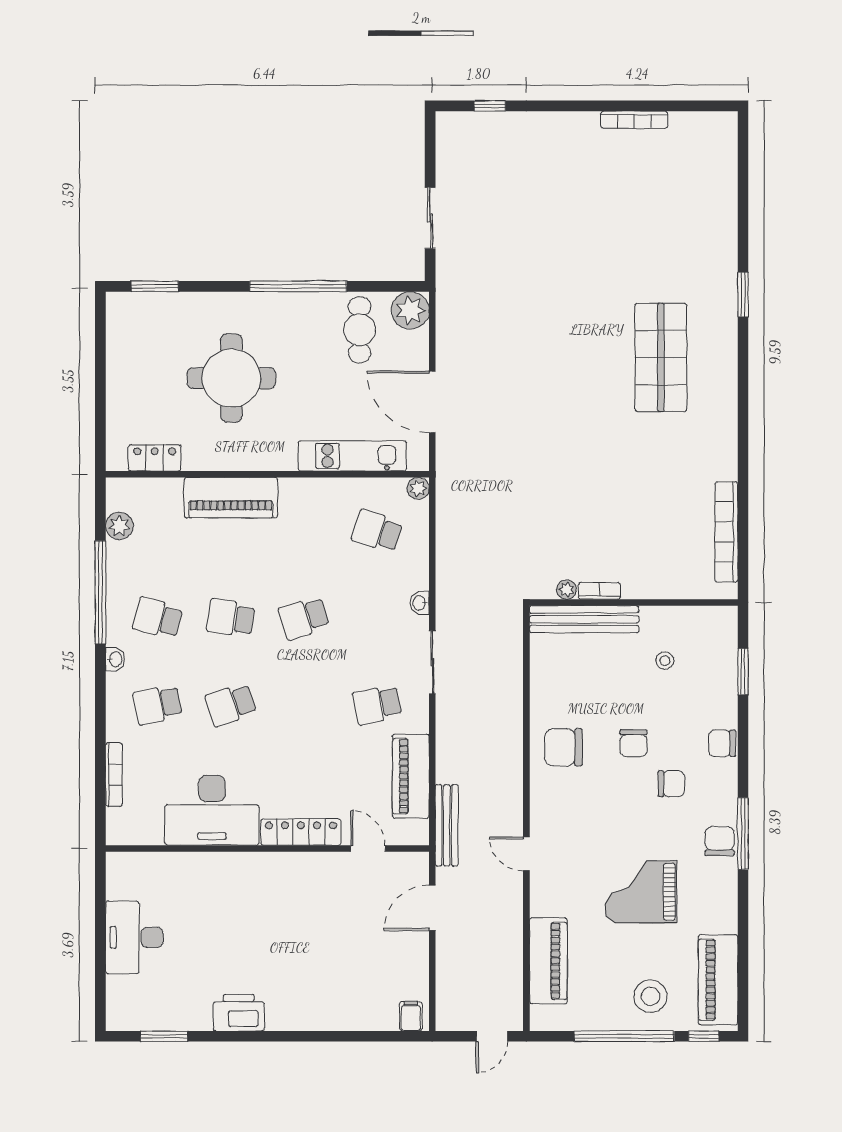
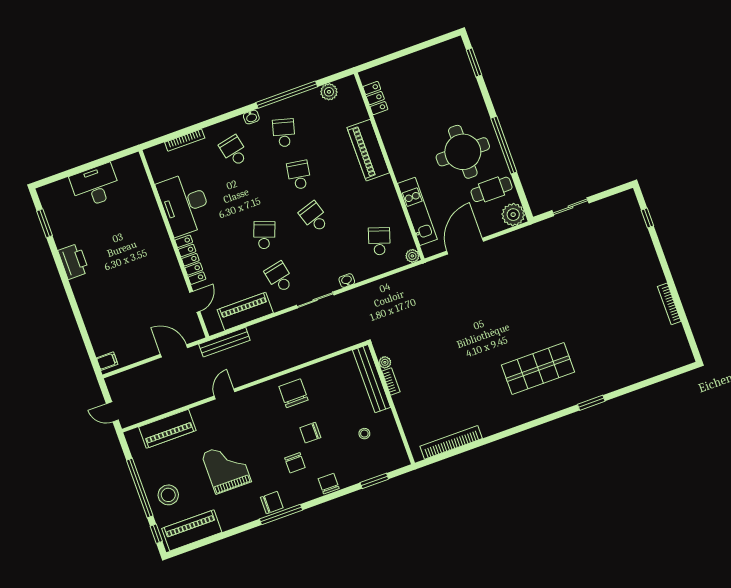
round table: (231, 378) -> (463, 152), moved
school desk: (231, 705) -> (264, 235), moved, turned 39

